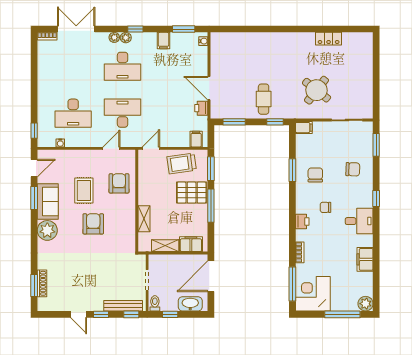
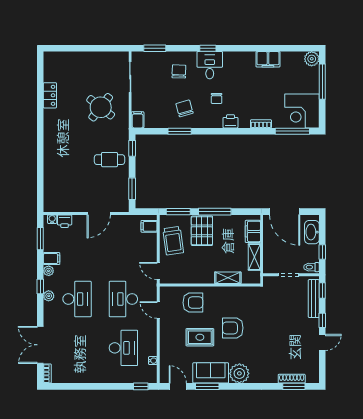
plant: (114, 37) -> (49, 271), moved
printer: (201, 108) -> (65, 221), moved
chair: (315, 175) -> (184, 108), turned 74
armchair: (119, 183) -> (193, 303), turned 180
desk: (359, 221) -> (210, 65), moved

